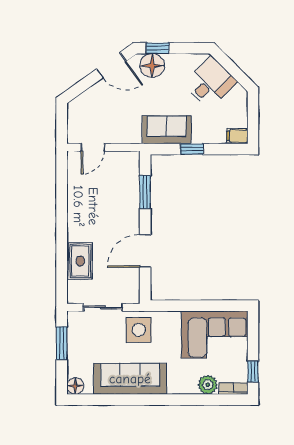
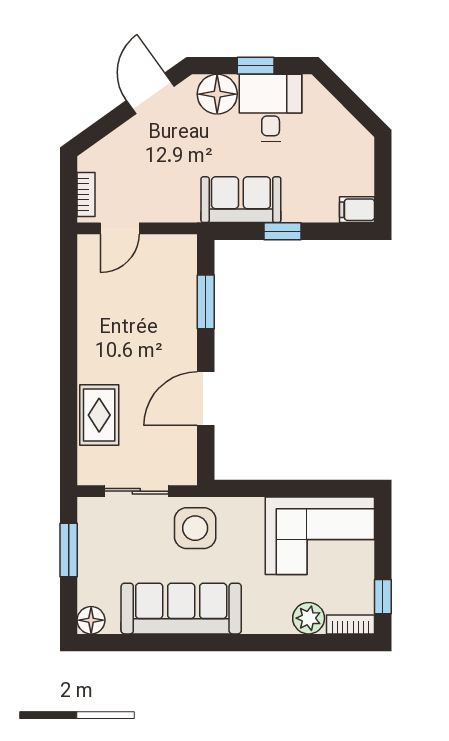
window: (158, 48) -> (256, 66), moved
door: (111, 65) -> (150, 93), swing flipped
desk: (210, 83) -> (271, 108), moved, turned -45
bookcase: (72, 127) -> (86, 195), added

